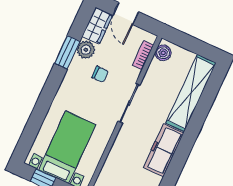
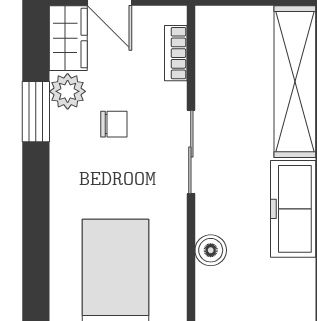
boiler: (163, 53) -> (211, 250), moved

